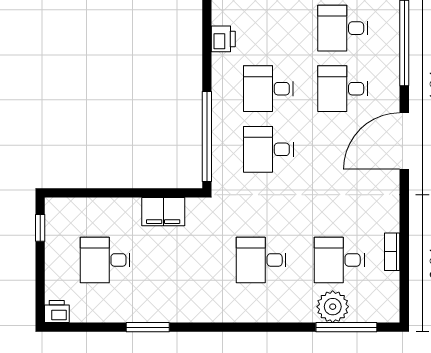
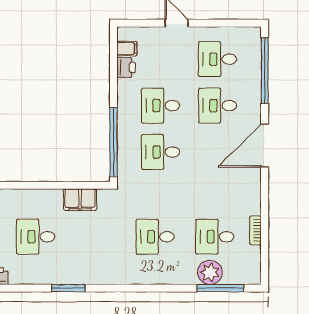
filing cabinet: (224, 14) -> (127, 49), added

